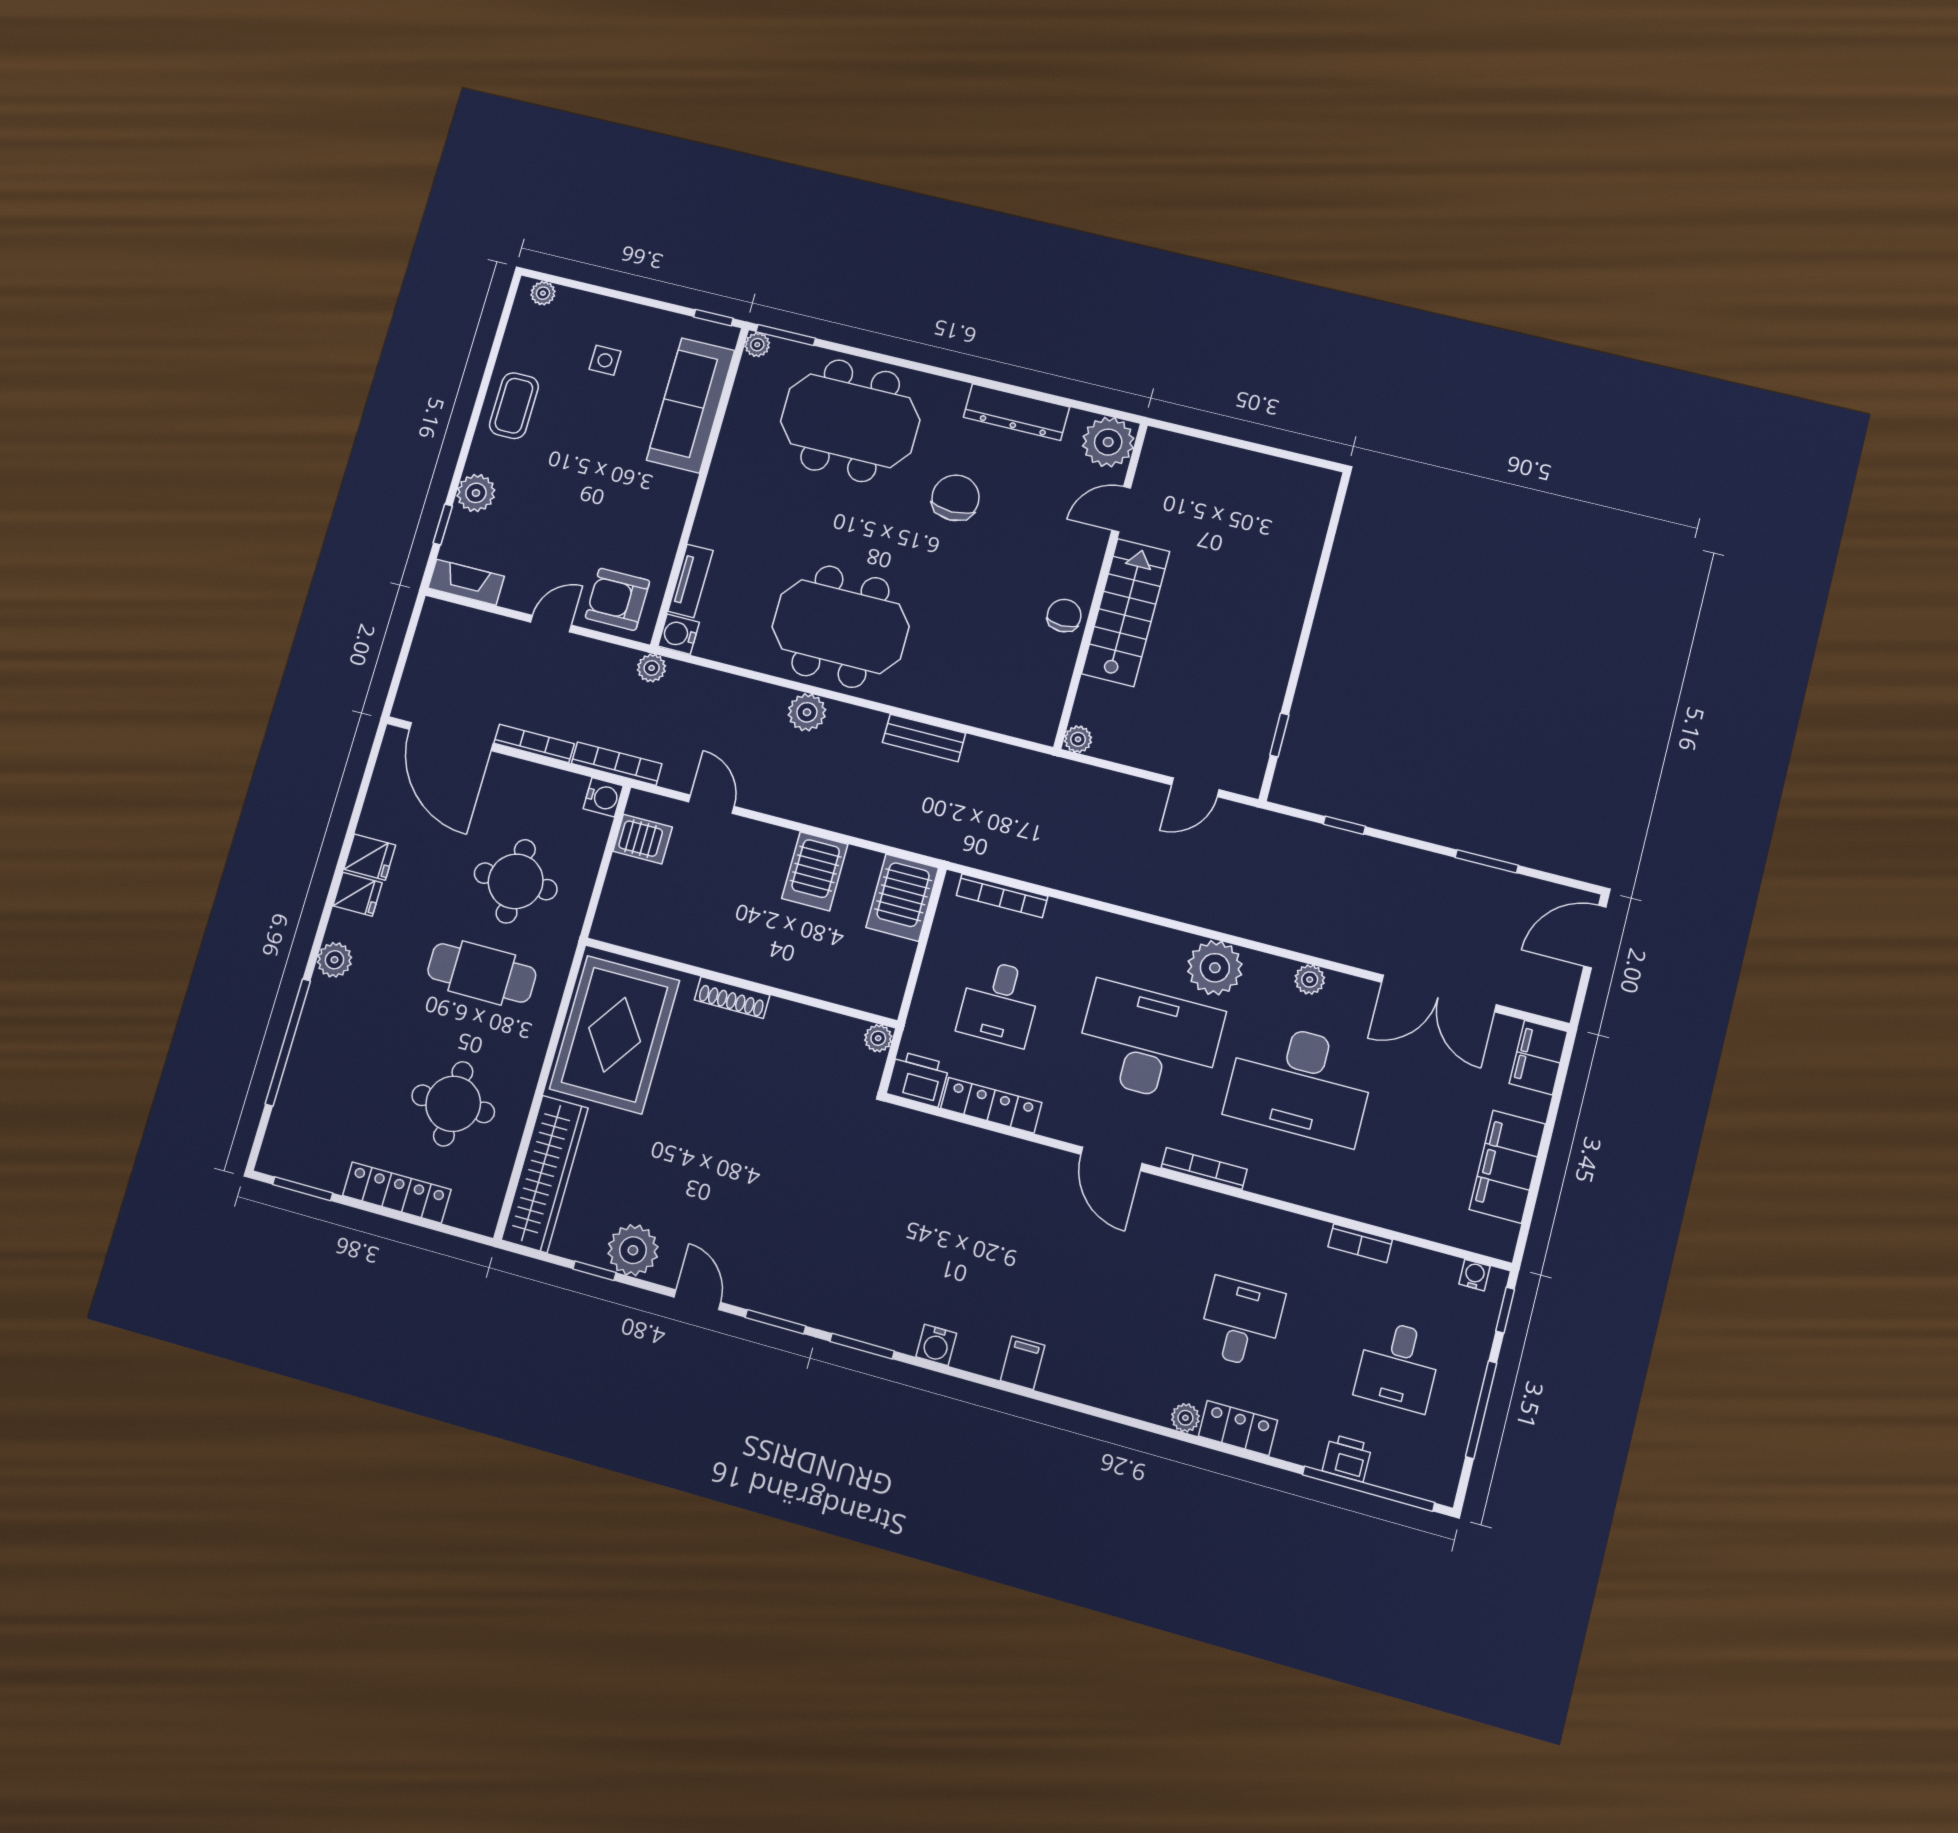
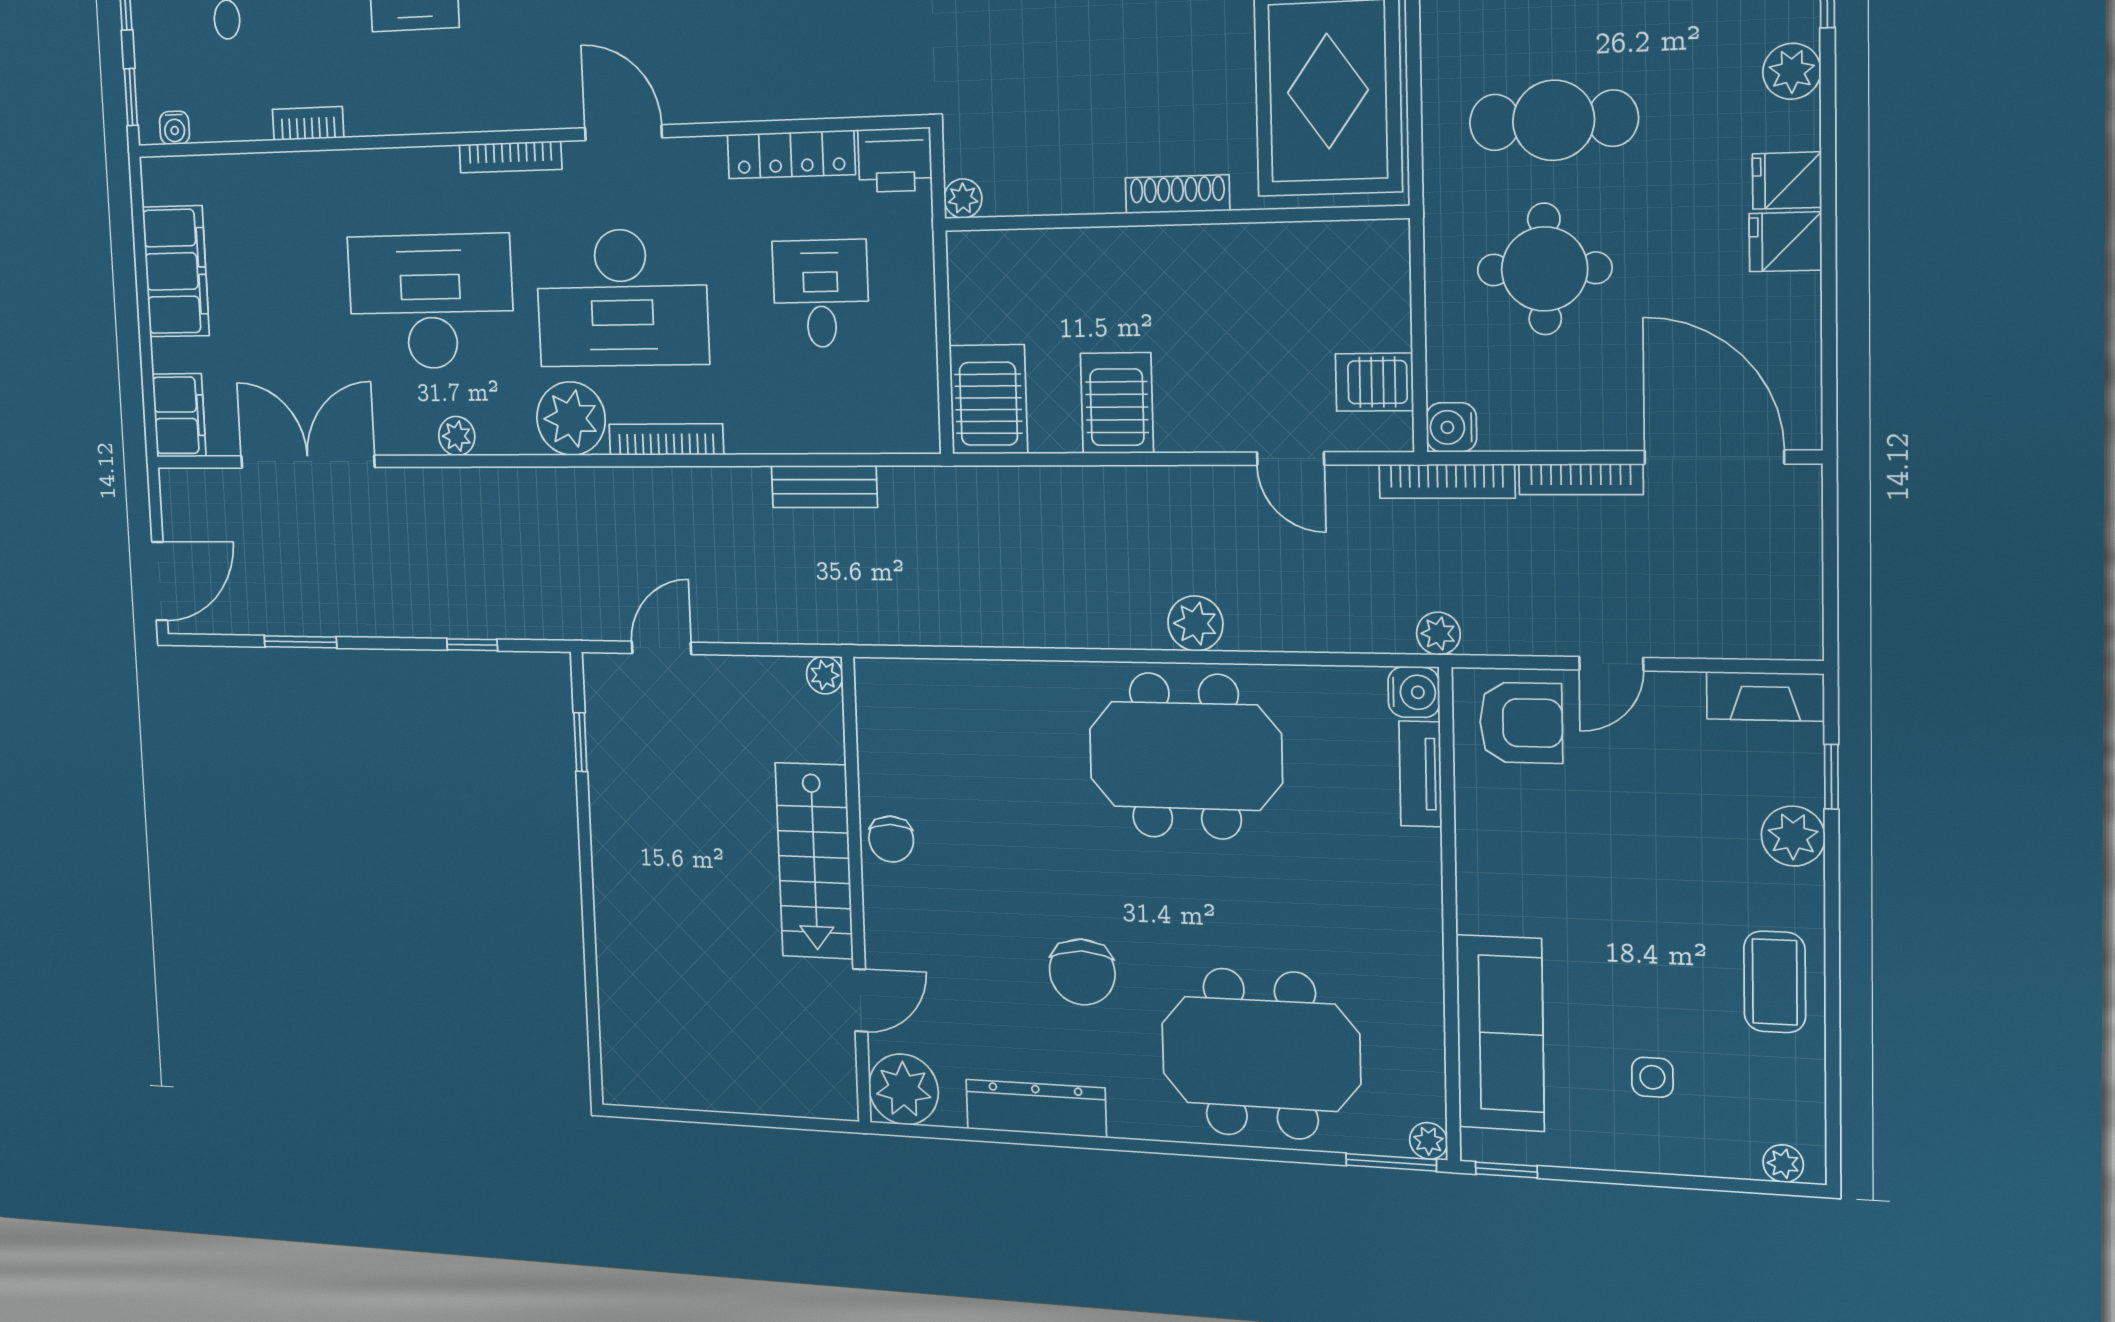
bench: (924, 738) -> (824, 487), moved
bookcase: (1002, 896) -> (666, 439), moved

